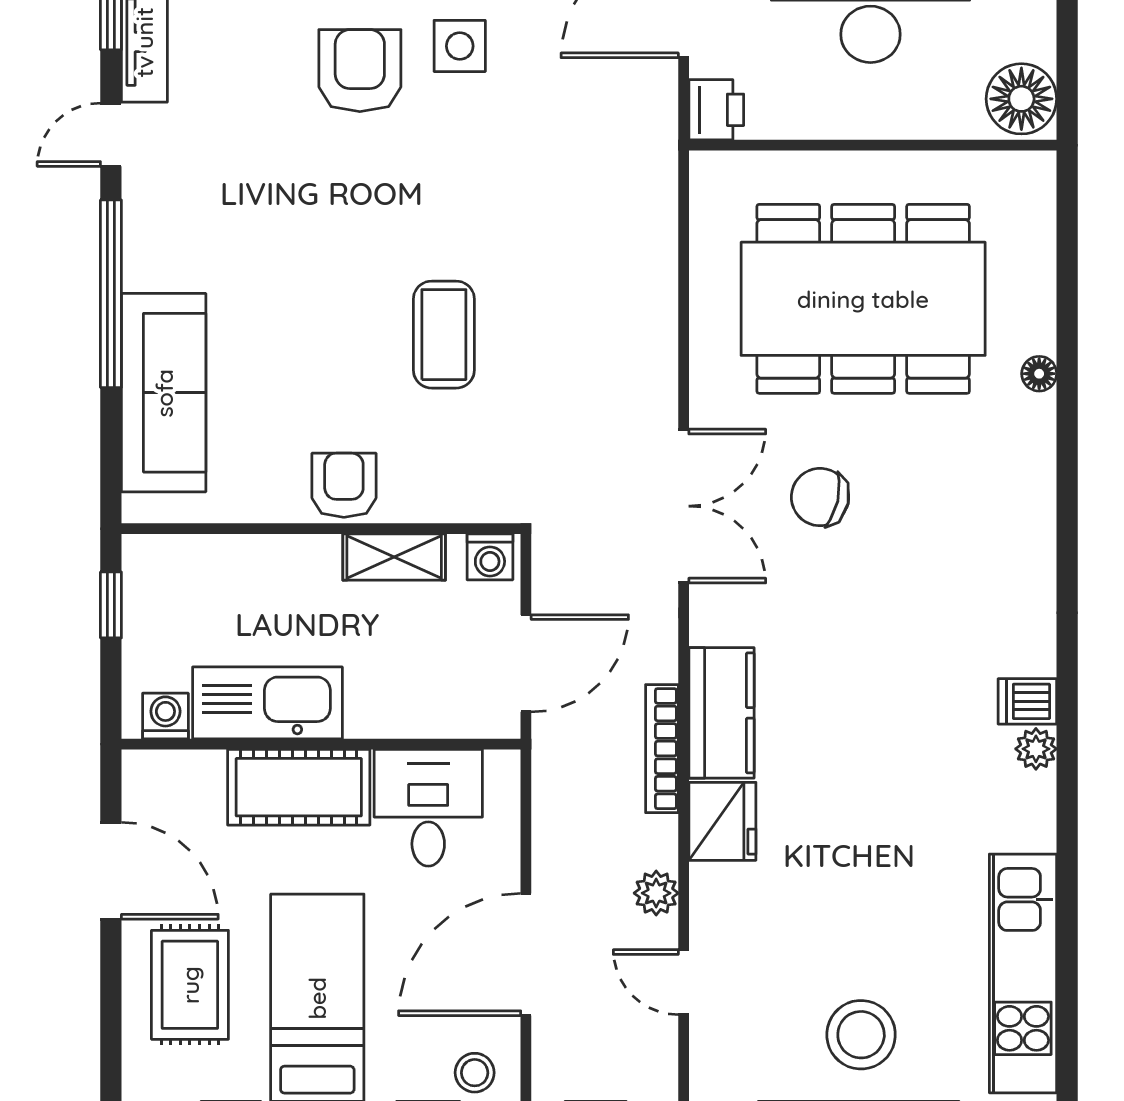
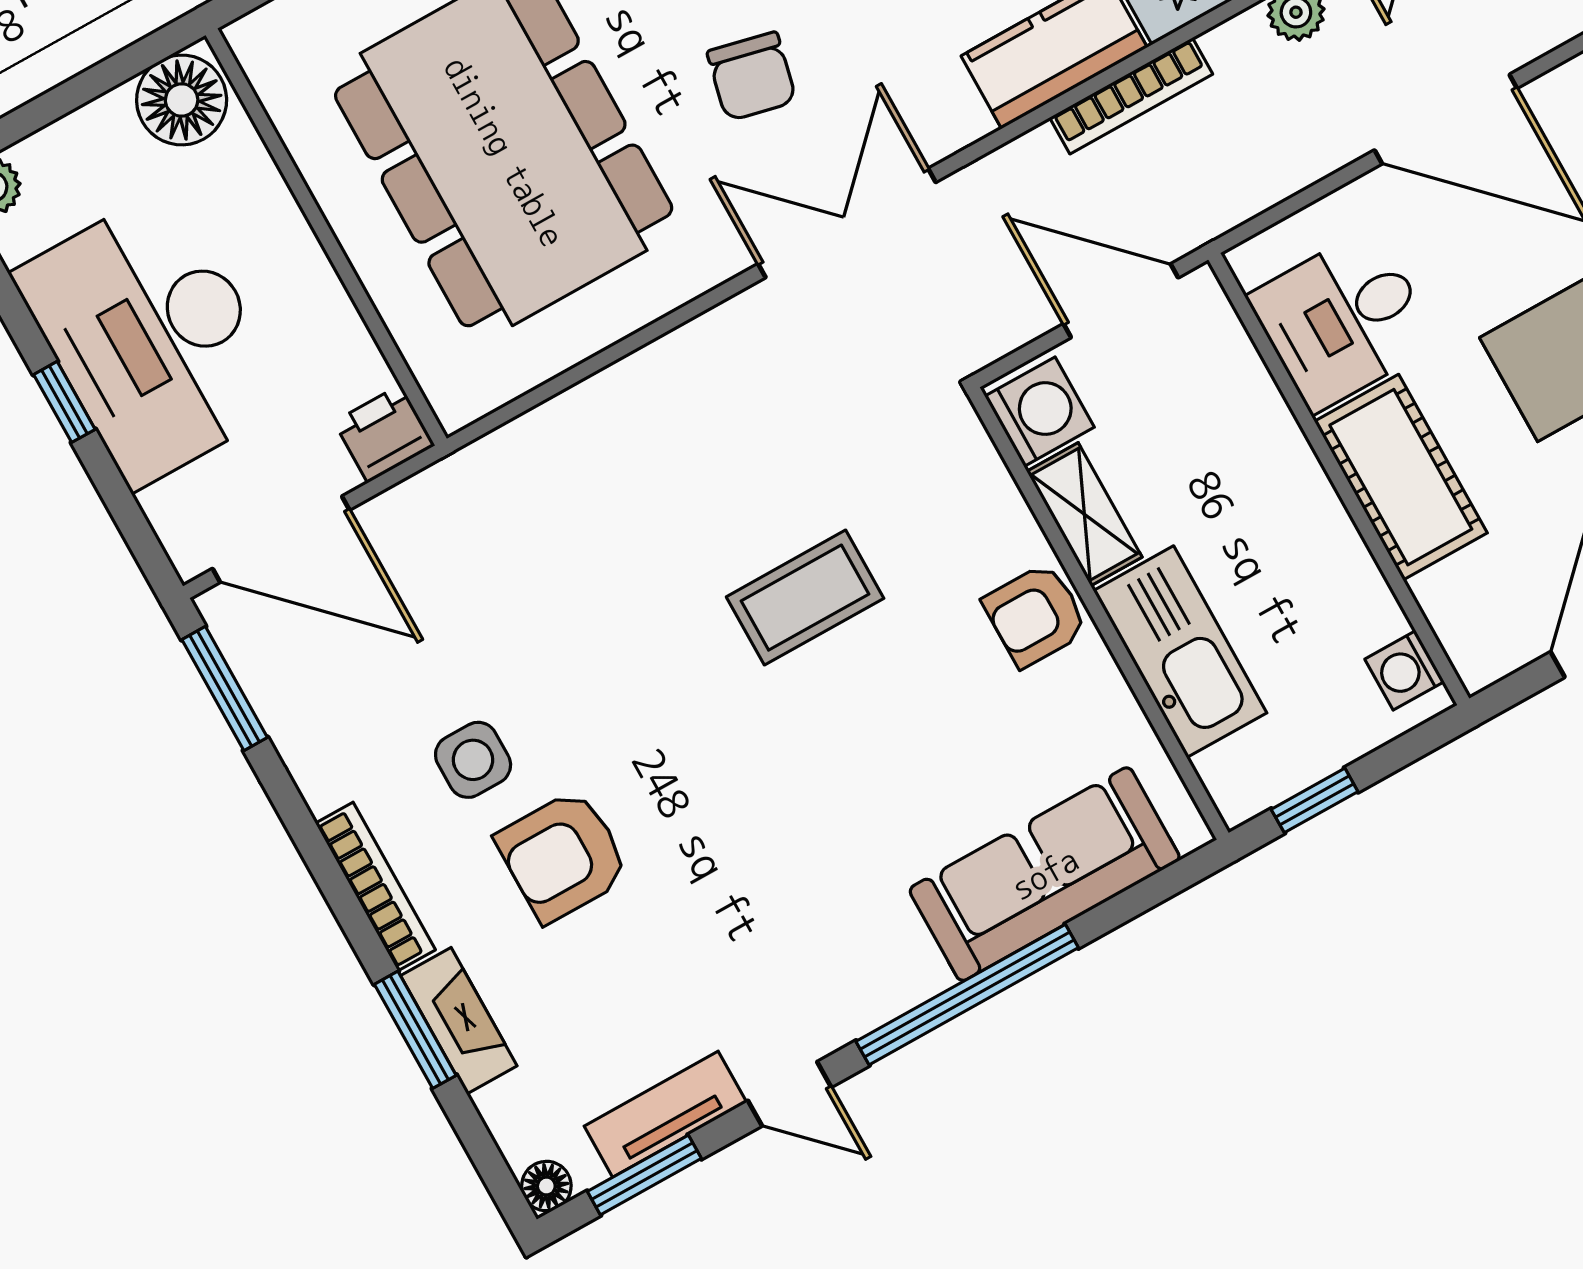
washing machine: (490, 557) -> (1040, 412), width x1.38, depth x1.38
kitchen sink: (267, 703) -> (1180, 652), moved, turned 180

